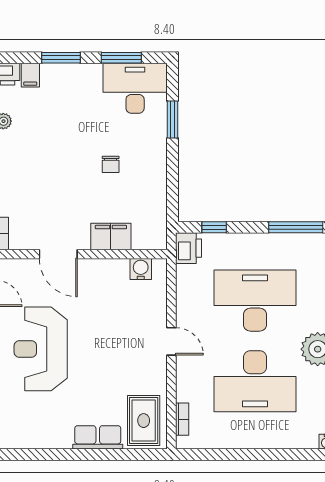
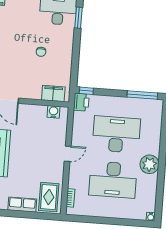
window: (172, 120) -> (79, 18), moved
window: (214, 227) -> (86, 91), moved
filing cabinet: (111, 236) -> (53, 93), moved
door: (171, 341) -> (68, 154), hinge flipped

